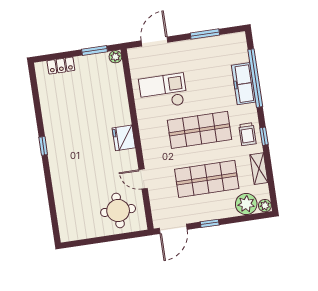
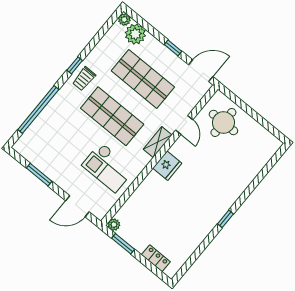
freezer: (244, 84) -> (50, 114), removed
trolley: (247, 134) -> (84, 79), turned 180
shelving: (259, 169) -> (158, 142), moved

